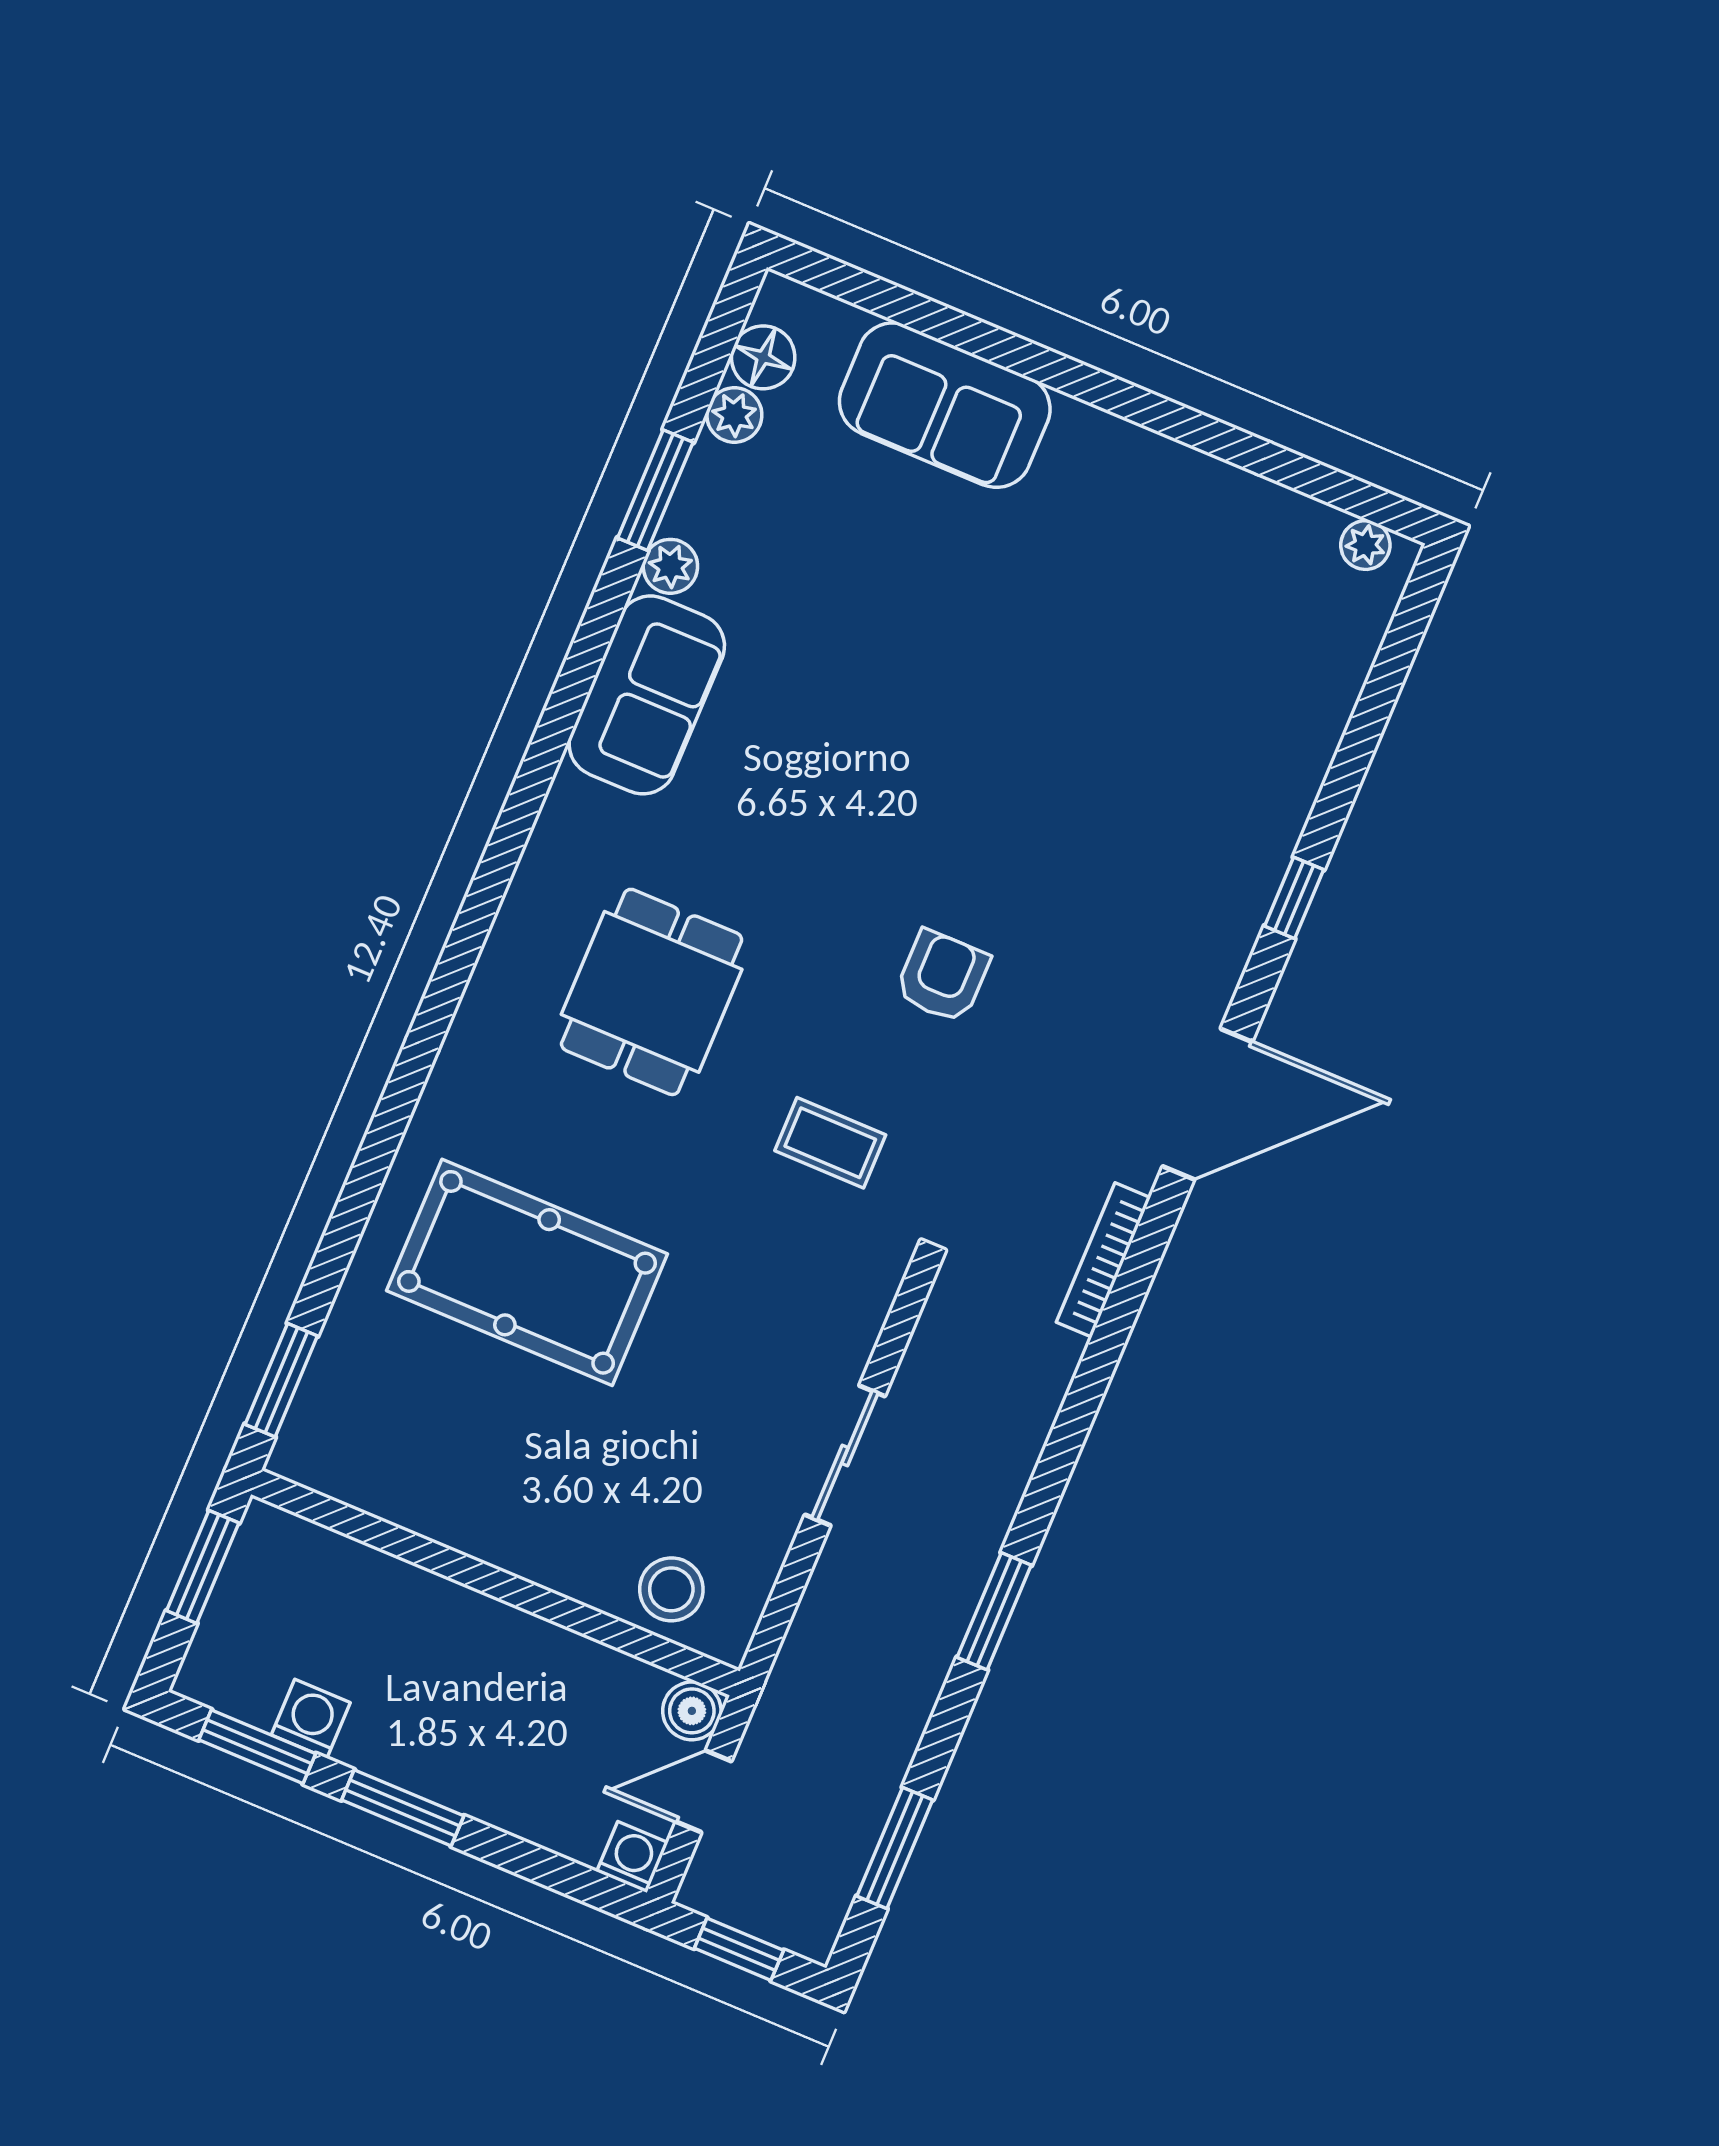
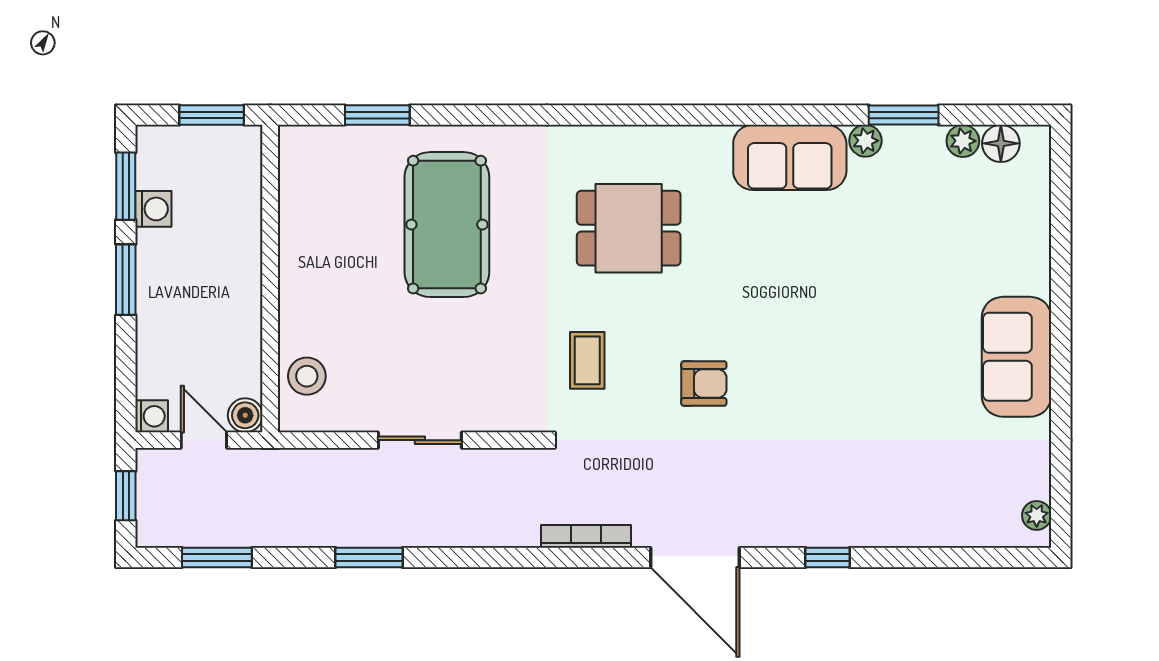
sofa: (945, 405) -> (1016, 357), moved
window: (281, 1380) -> (377, 115), moved

